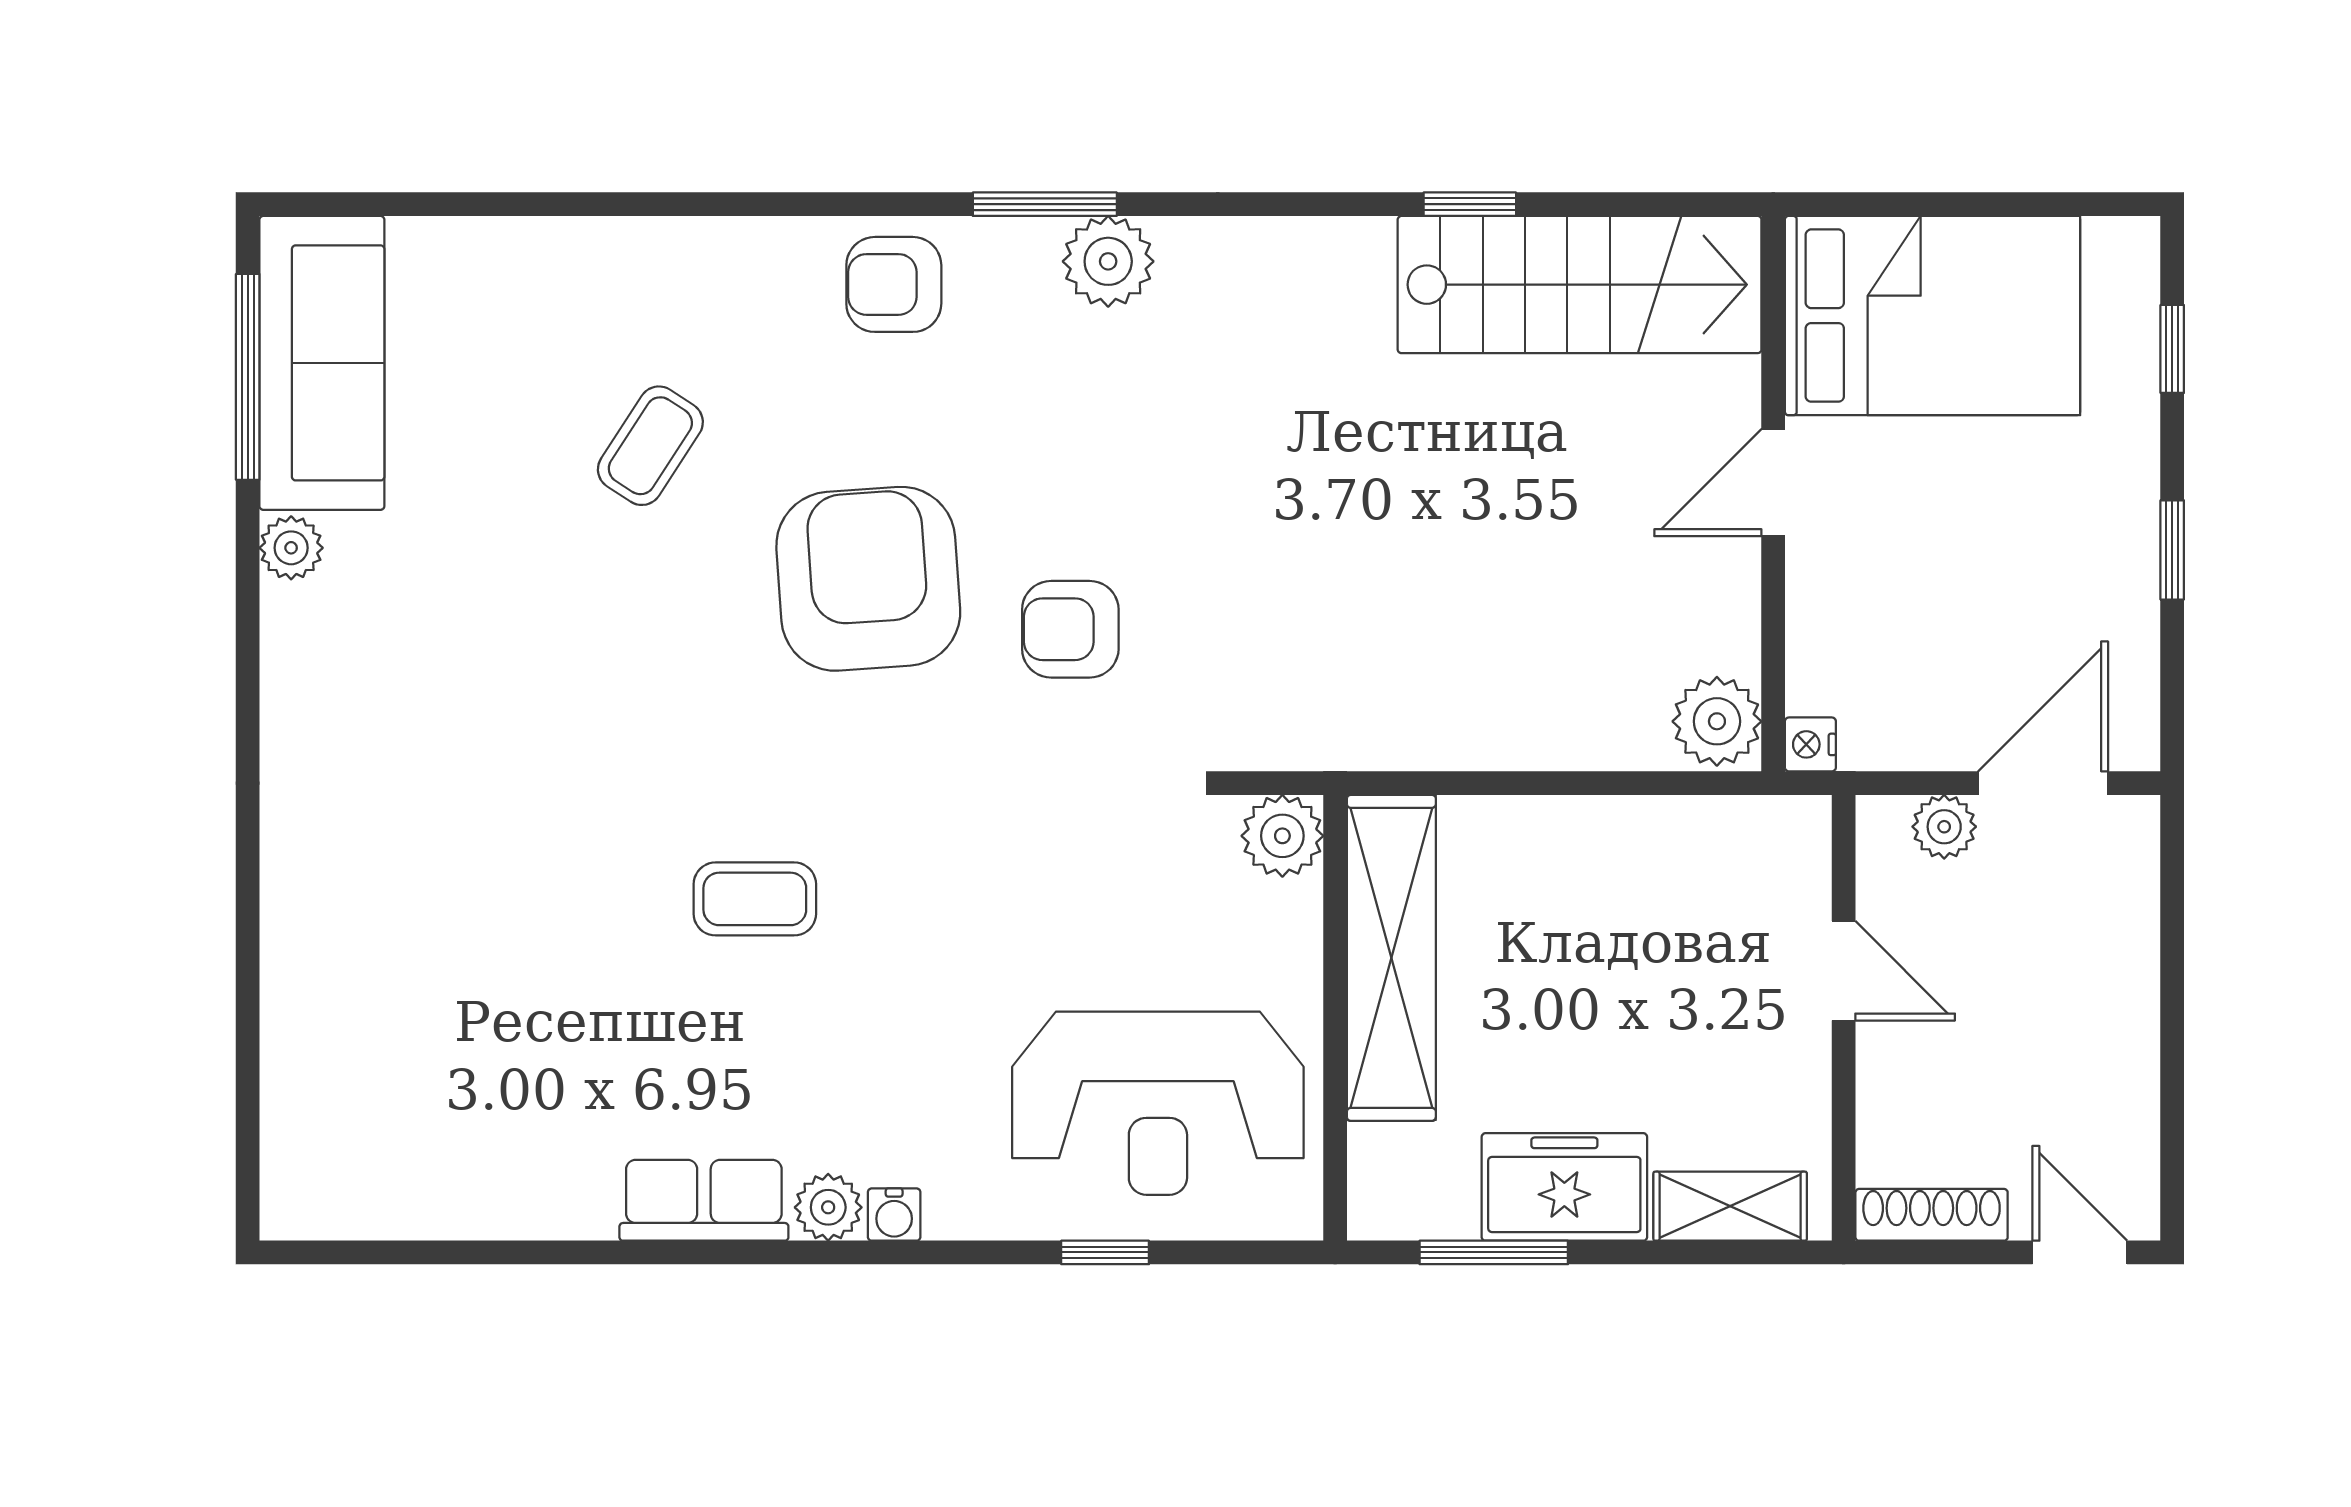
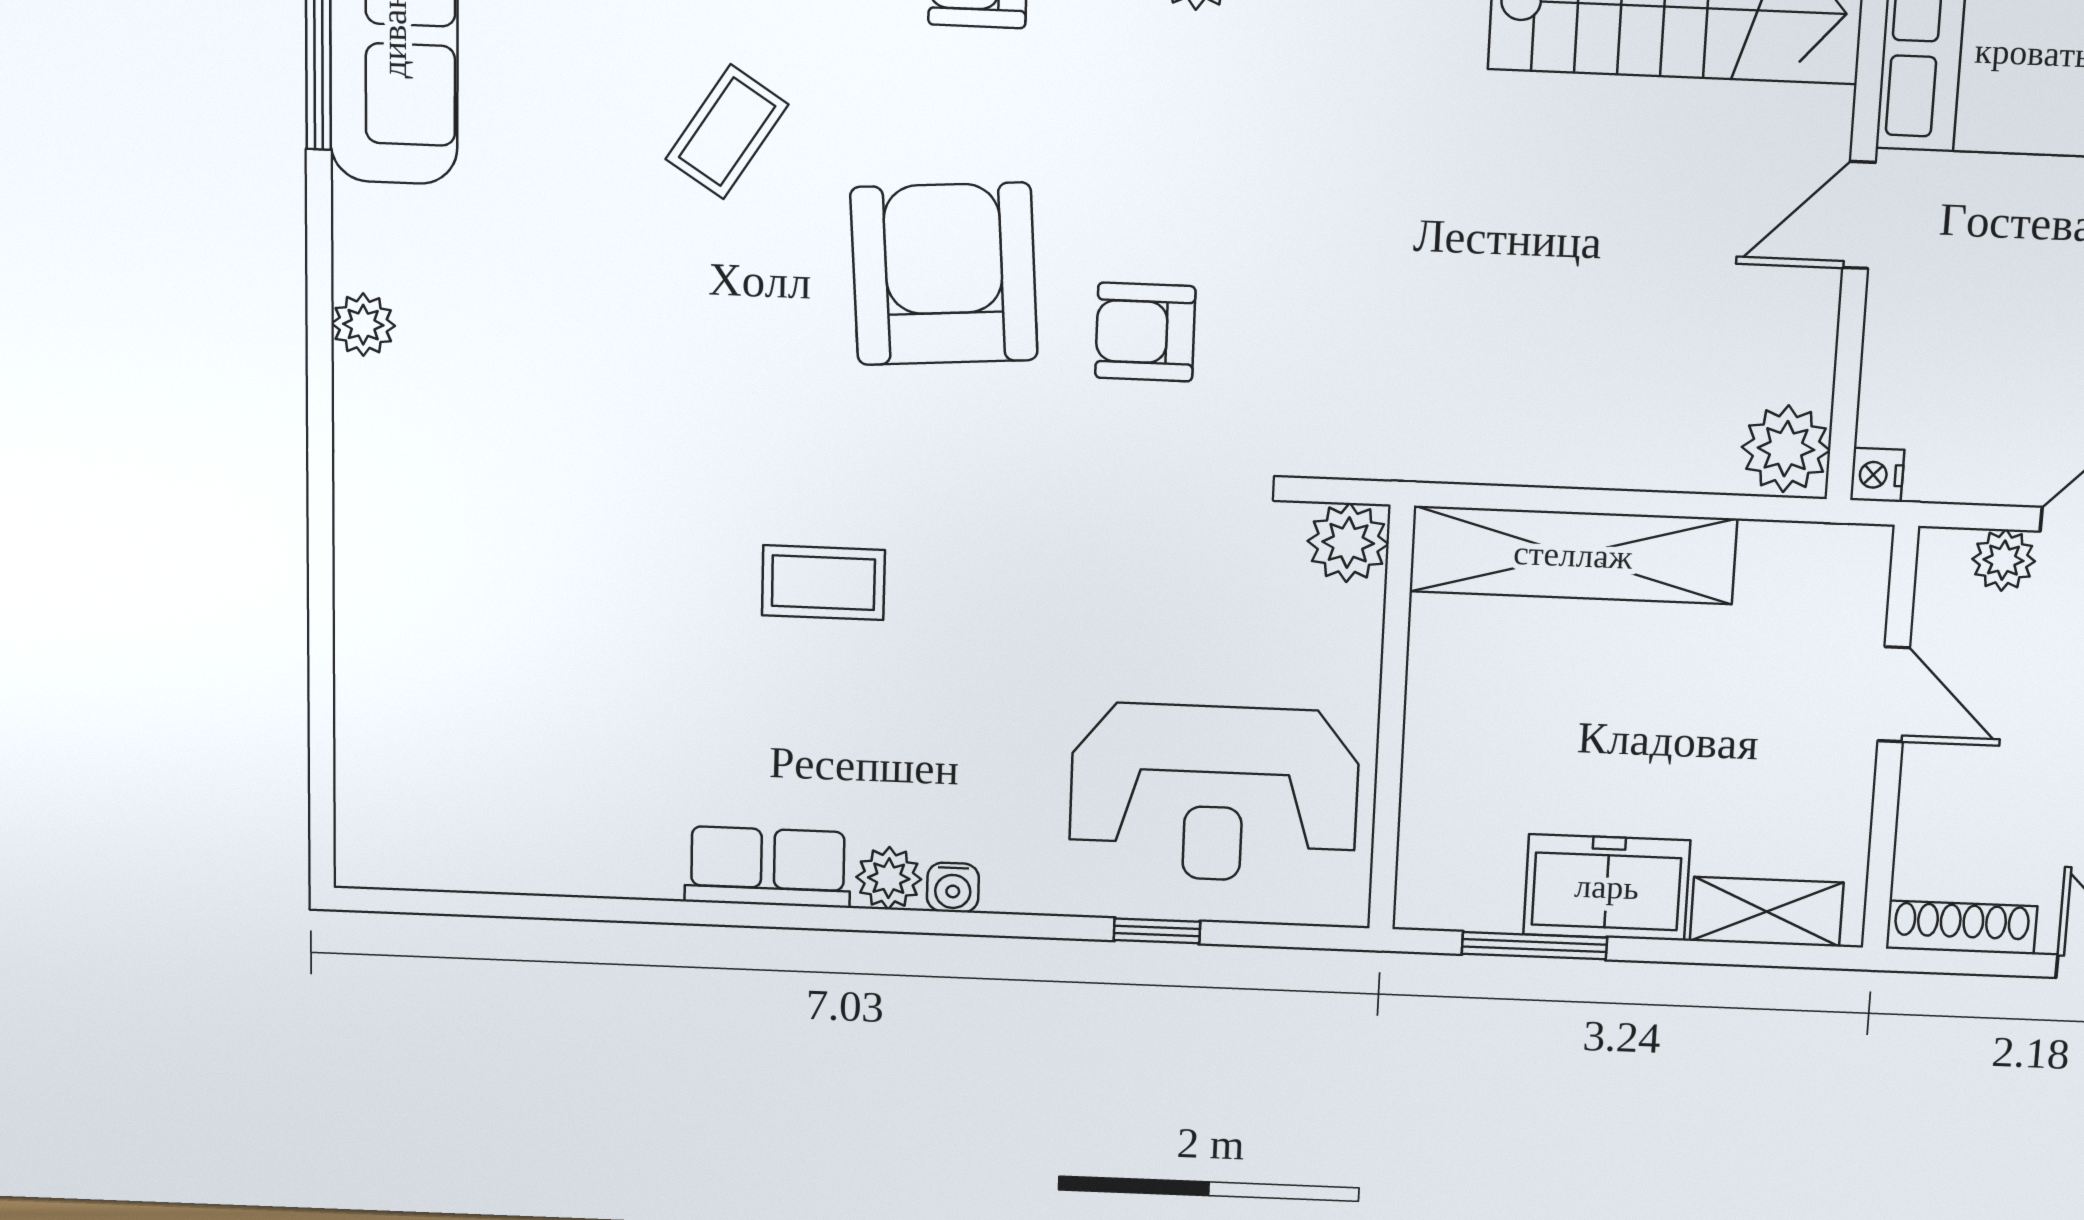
plant: (291, 548) -> (363, 325), moved
shelving: (1391, 958) -> (1573, 555), moved, turned 90

